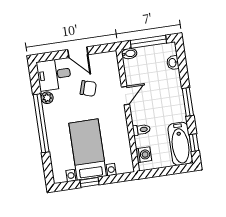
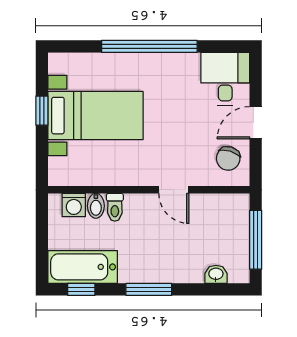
bidet: (129, 54) -> (96, 206), moved
chair: (88, 88) -> (228, 158), moved
plant: (47, 98) -> (189, 62), removed

